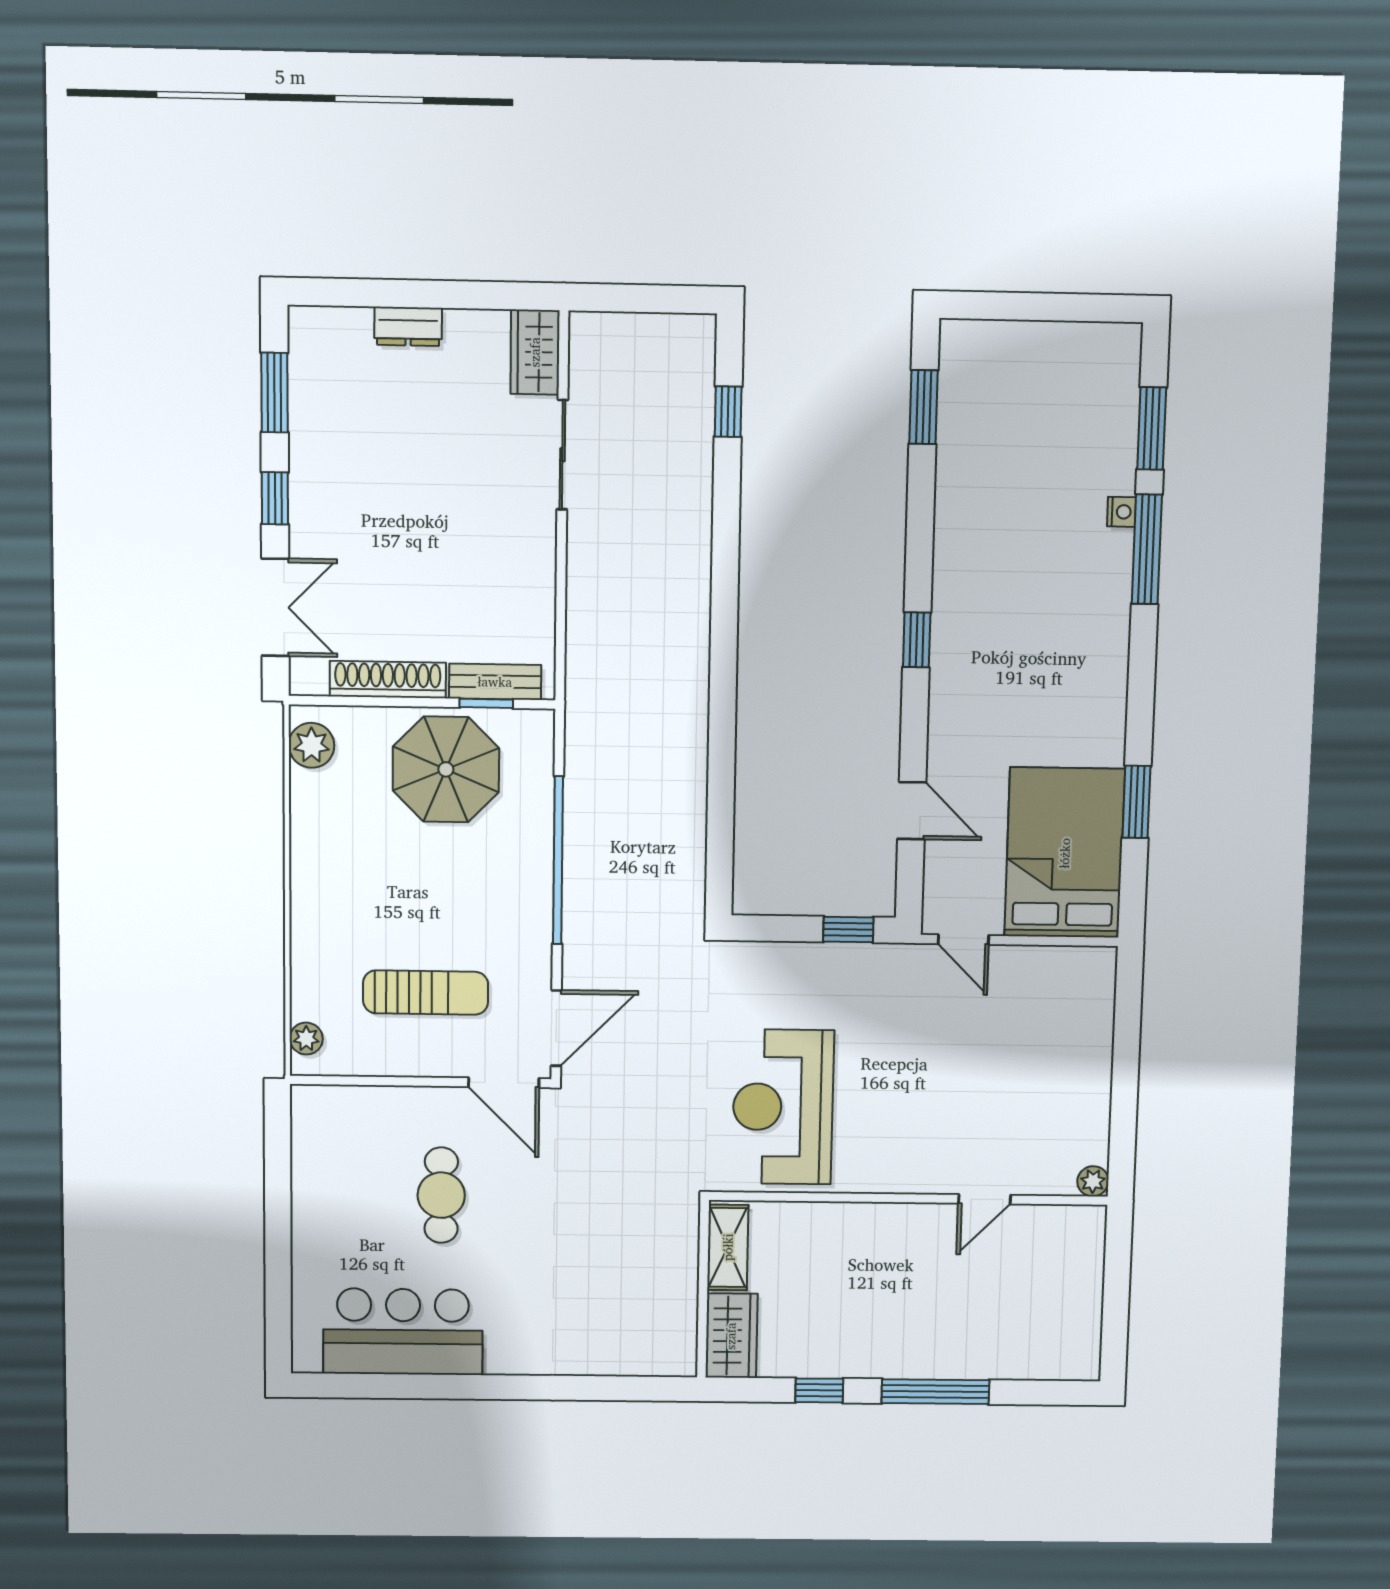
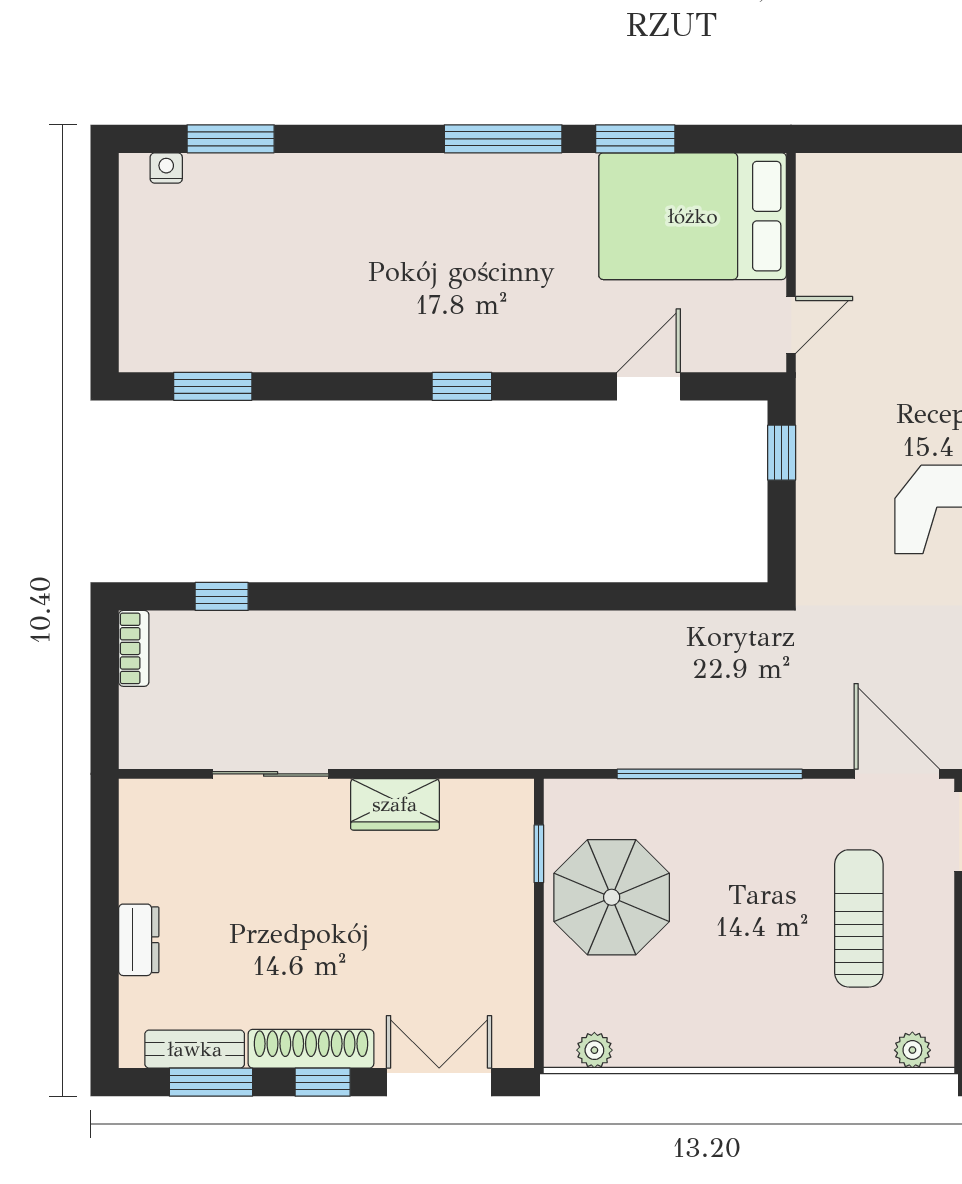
bookcase: (681, 327) -> (134, 648), added
wardrobe: (535, 352) -> (395, 804), moved
nightstand: (1122, 512) -> (166, 168), moved
window: (1147, 549) -> (503, 139), moved
shoe rack: (388, 680) -> (311, 1049), moved, turned 90
bench: (495, 682) -> (195, 1049), moved, turned 90
plant: (312, 745) -> (594, 1050), width x0.73, depth x0.73

